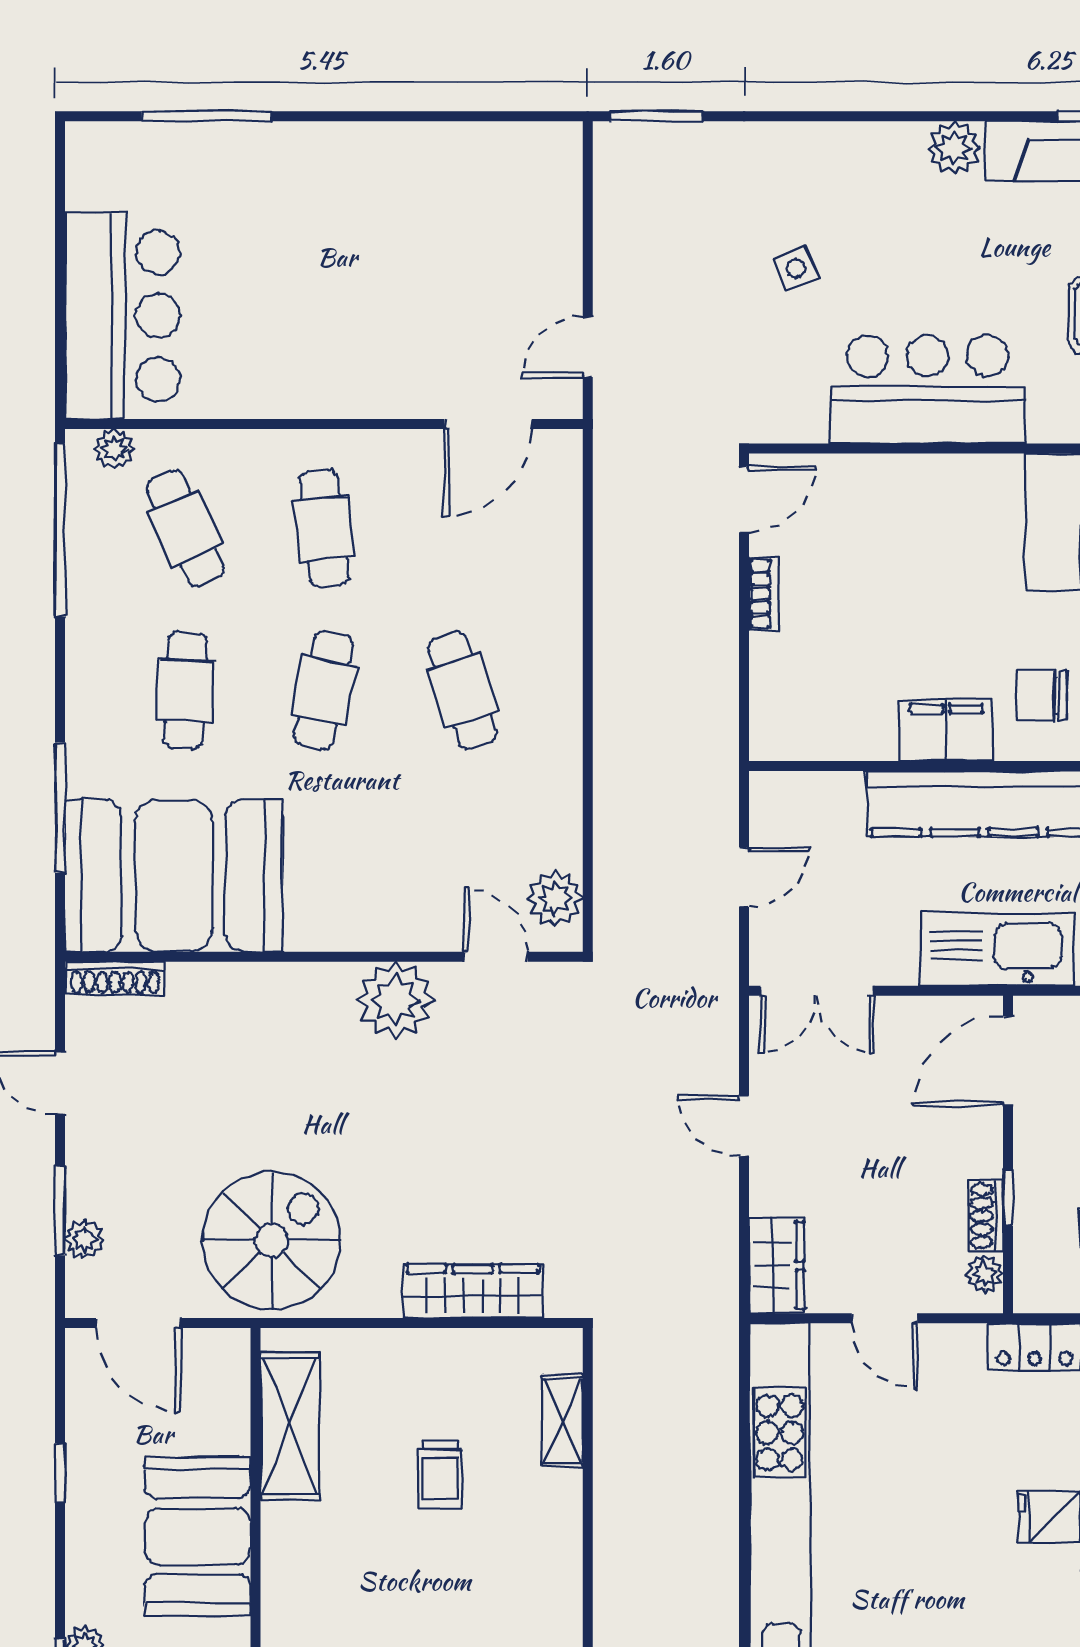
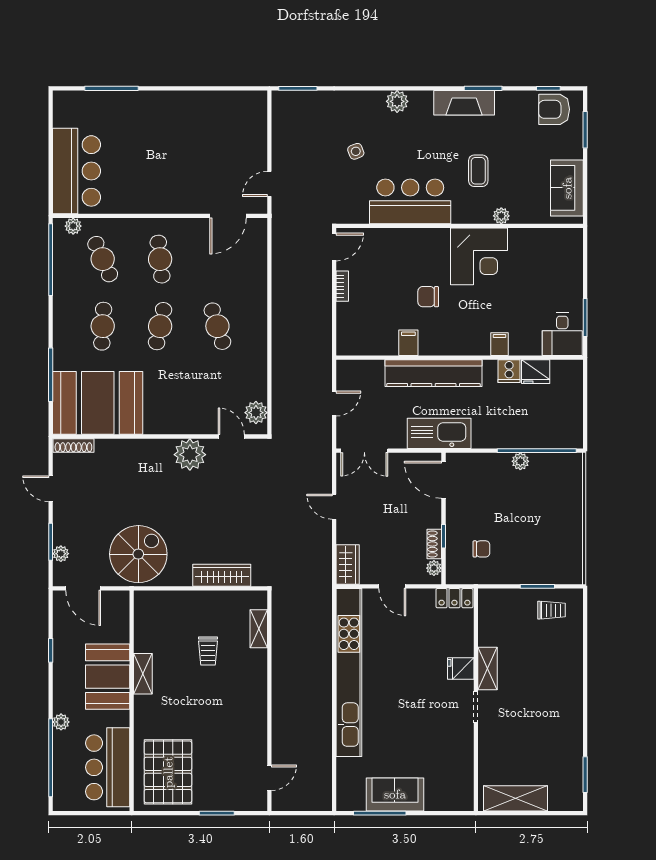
plant: (954, 148) -> (397, 101), moved
chair: (1042, 696) -> (428, 297), moved
filing cabinet: (946, 730) -> (408, 343), width x0.50
door: (1008, 1061) -> (443, 480), hinge flipped
shelving: (290, 1426) -> (143, 674), moved, width x0.67, depth x0.75

